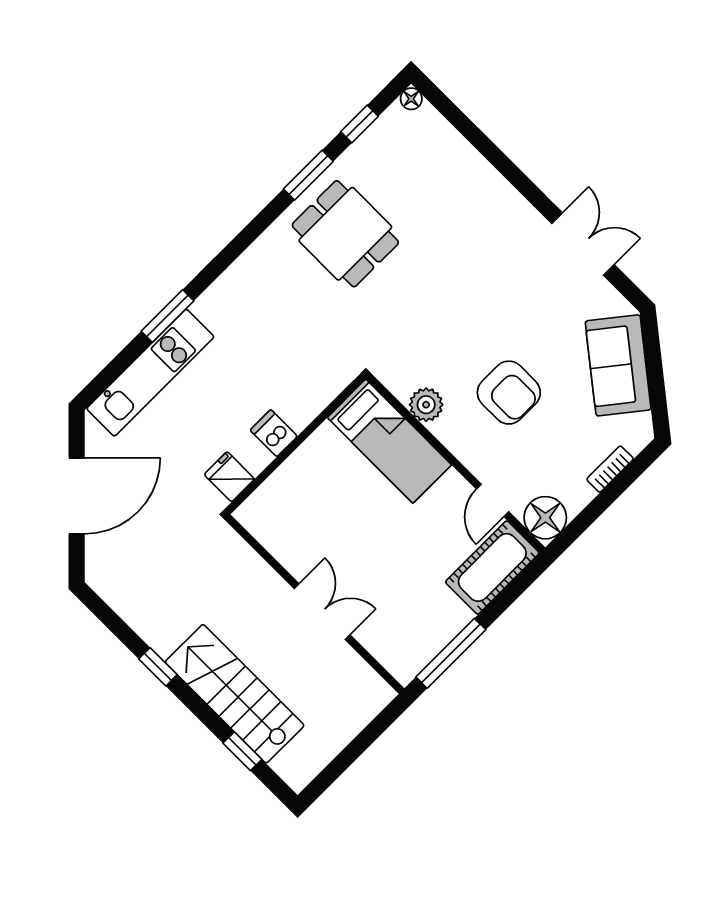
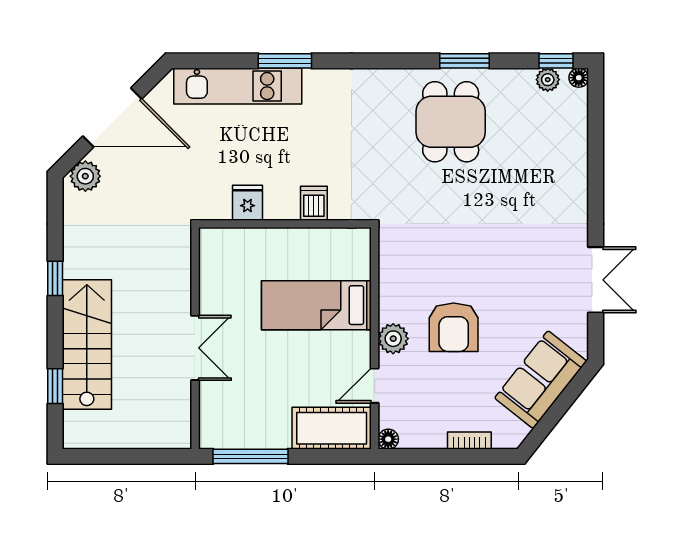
window: (360, 124) -> (556, 61), moved
plant: (388, 125) -> (548, 80), added
plant: (426, 405) -> (393, 339), moved
dishwasher: (274, 433) -> (314, 203), moved
bed: (389, 441) -> (316, 305), moved, turned 90
fridge: (229, 477) -> (248, 203), moved
floor lamp: (545, 518) -> (388, 439), width x0.53, depth x0.53
plant: (101, 563) -> (85, 176), added

